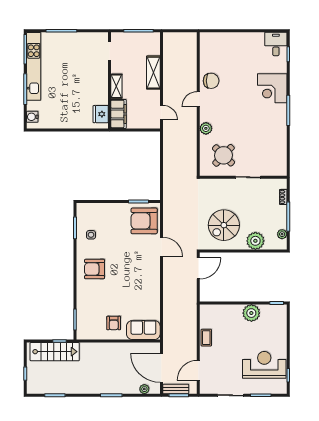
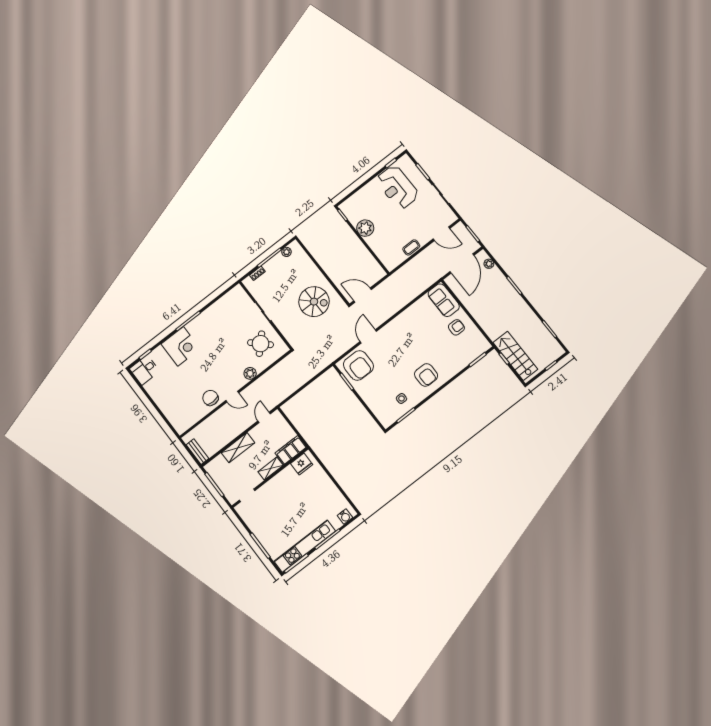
plant: (255, 241) -> (307, 268), removed
bench: (176, 389) -> (197, 452), moved

